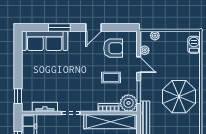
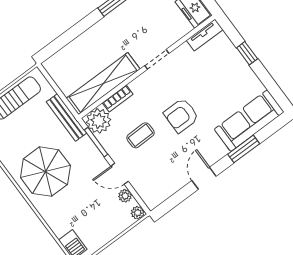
plant: (155, 36) -> (138, 213), moved
armchair: (113, 48) -> (181, 115), moved
window: (18, 96) -> (247, 53), moved
tv unit: (45, 107) -> (205, 35), moved

